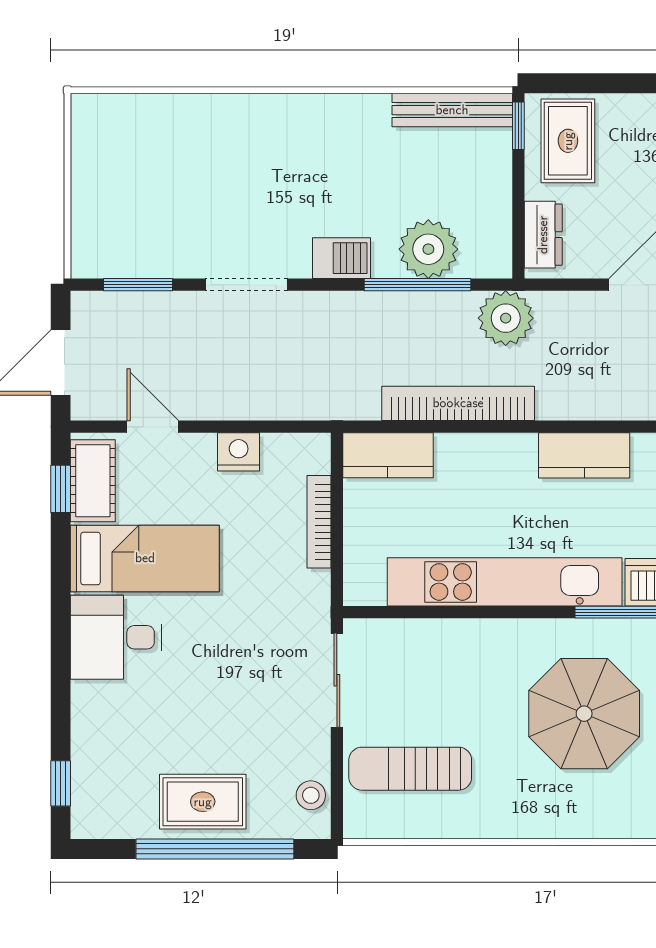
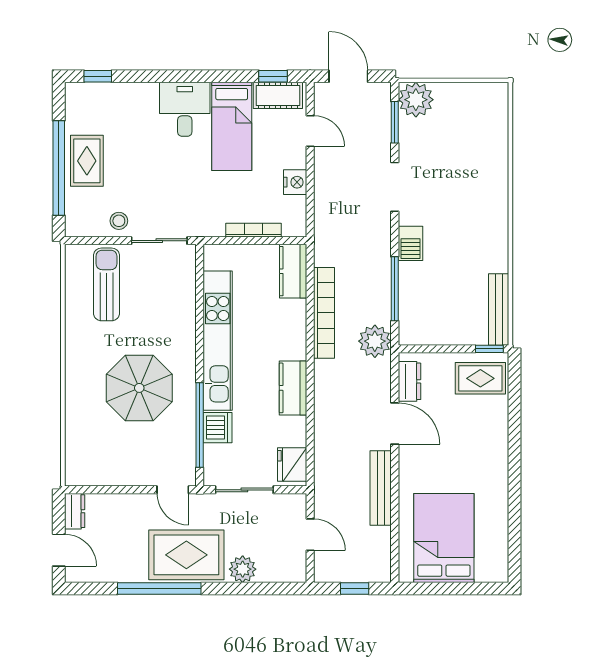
dresser: (543, 235) -> (409, 381), moved, turned -90
plant: (428, 249) -> (416, 100), moved
door: (153, 427) -> (310, 131), hinge flipped
stool: (311, 795) -> (119, 221), moved

